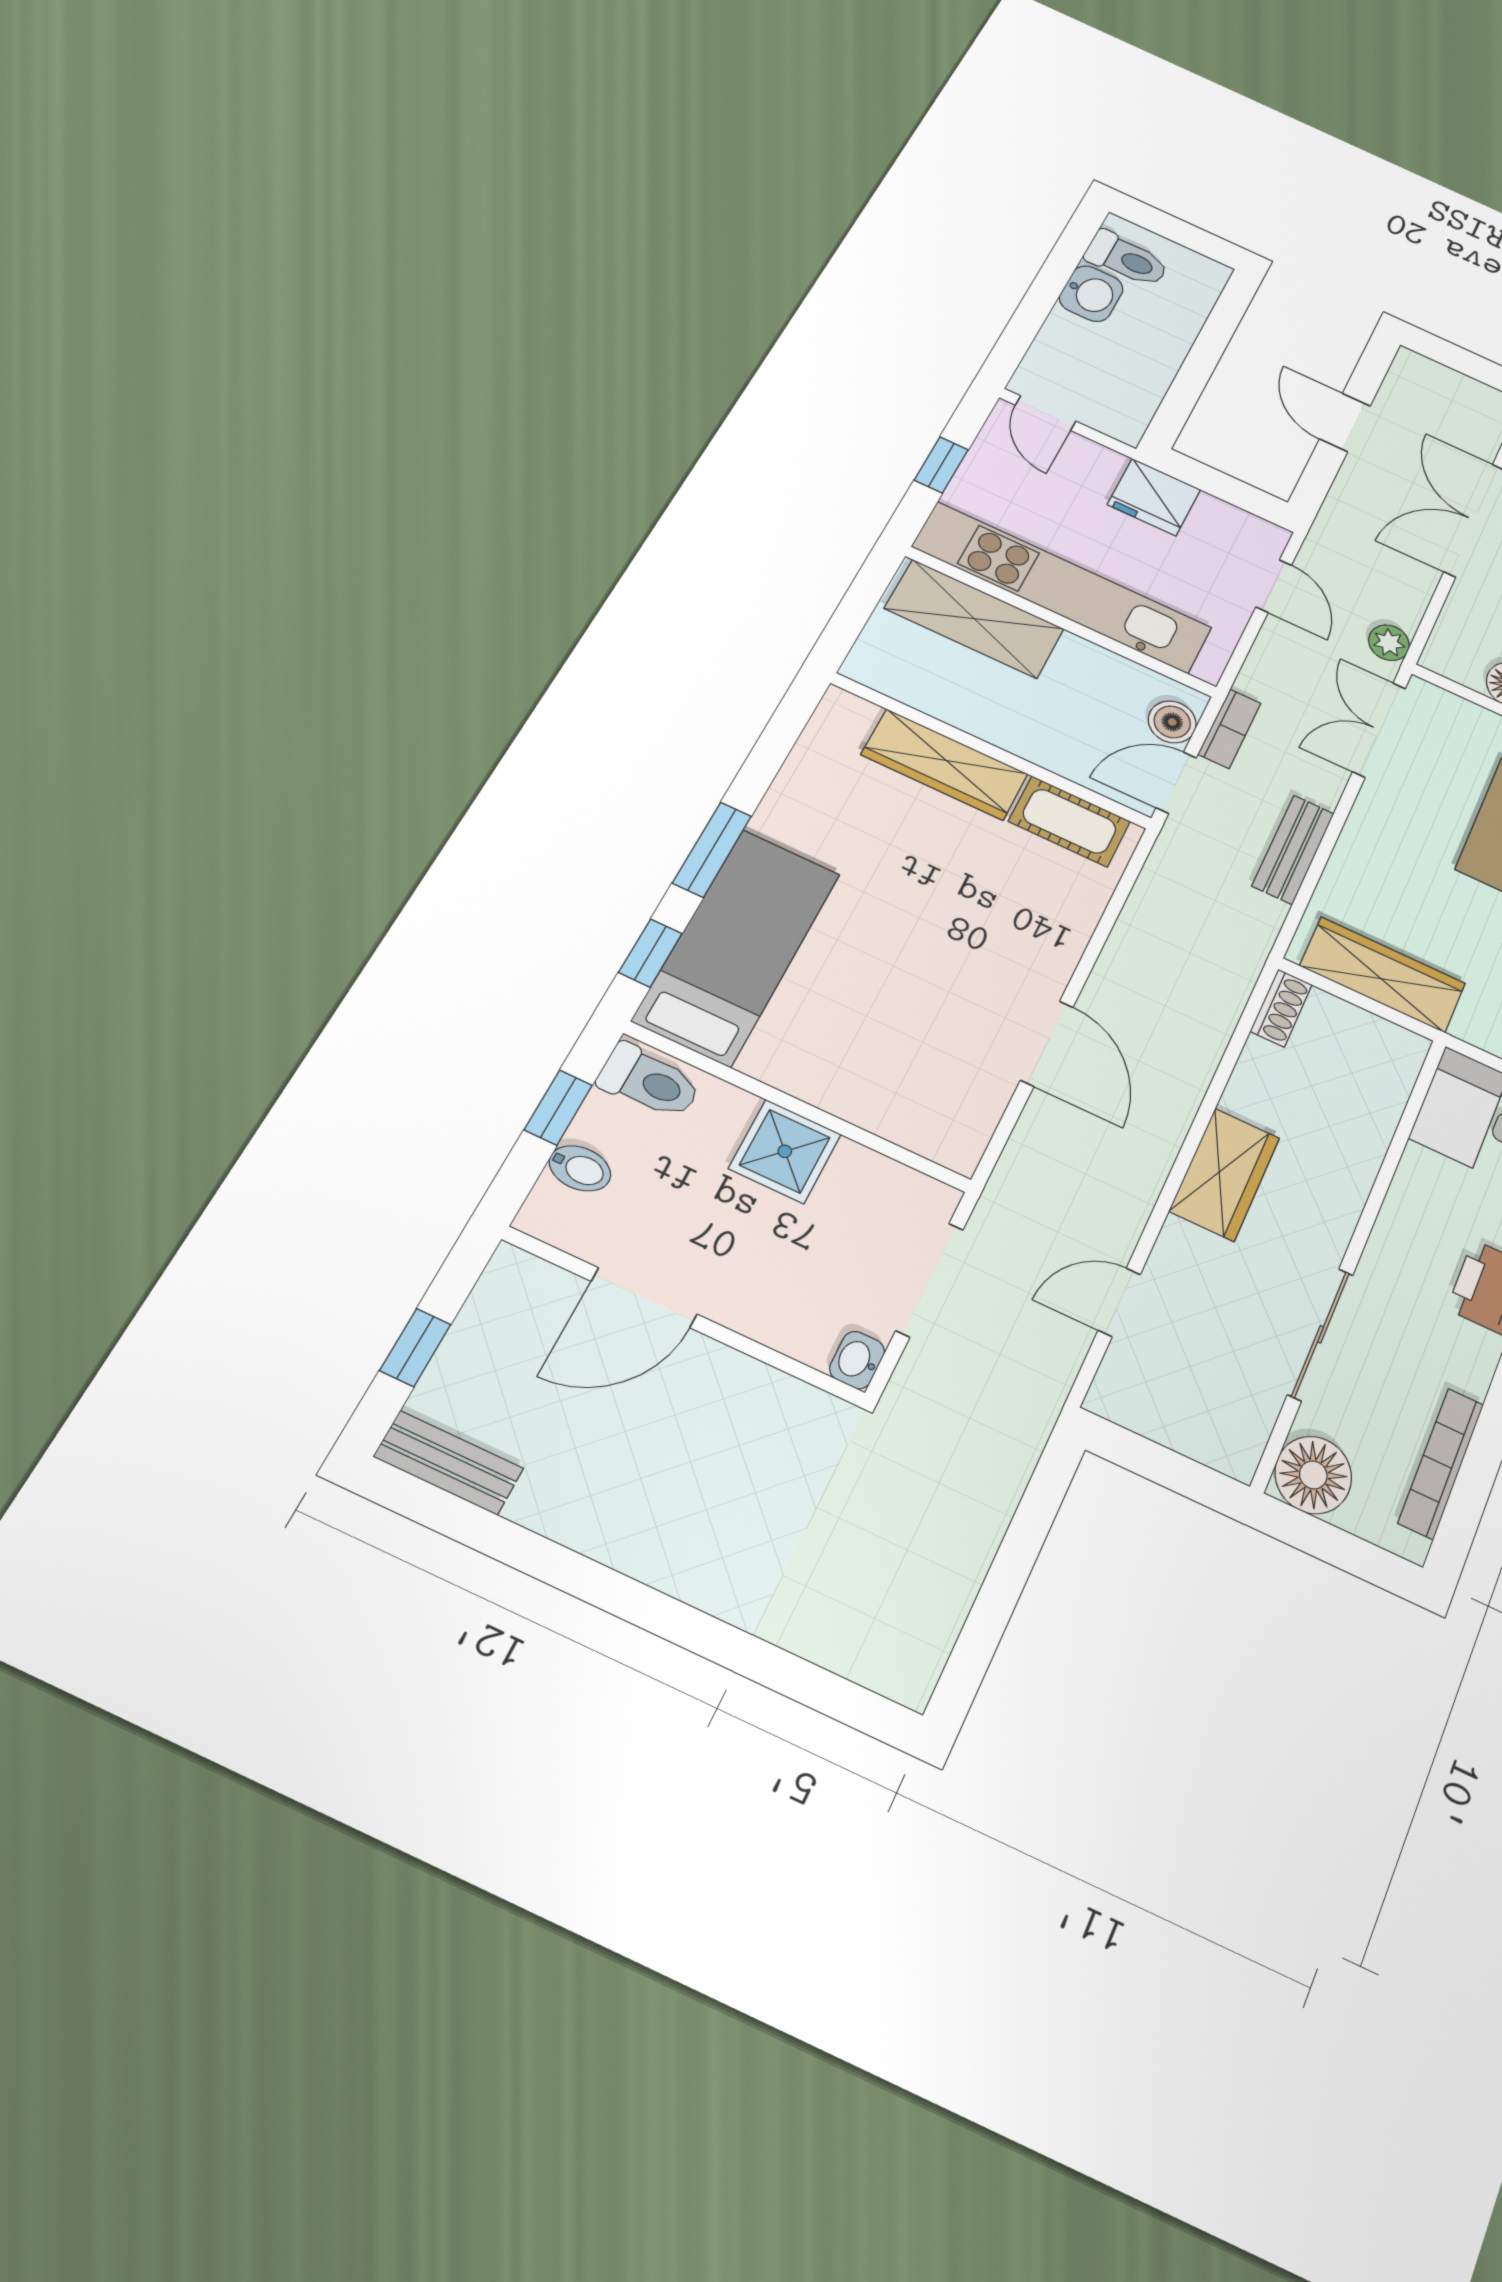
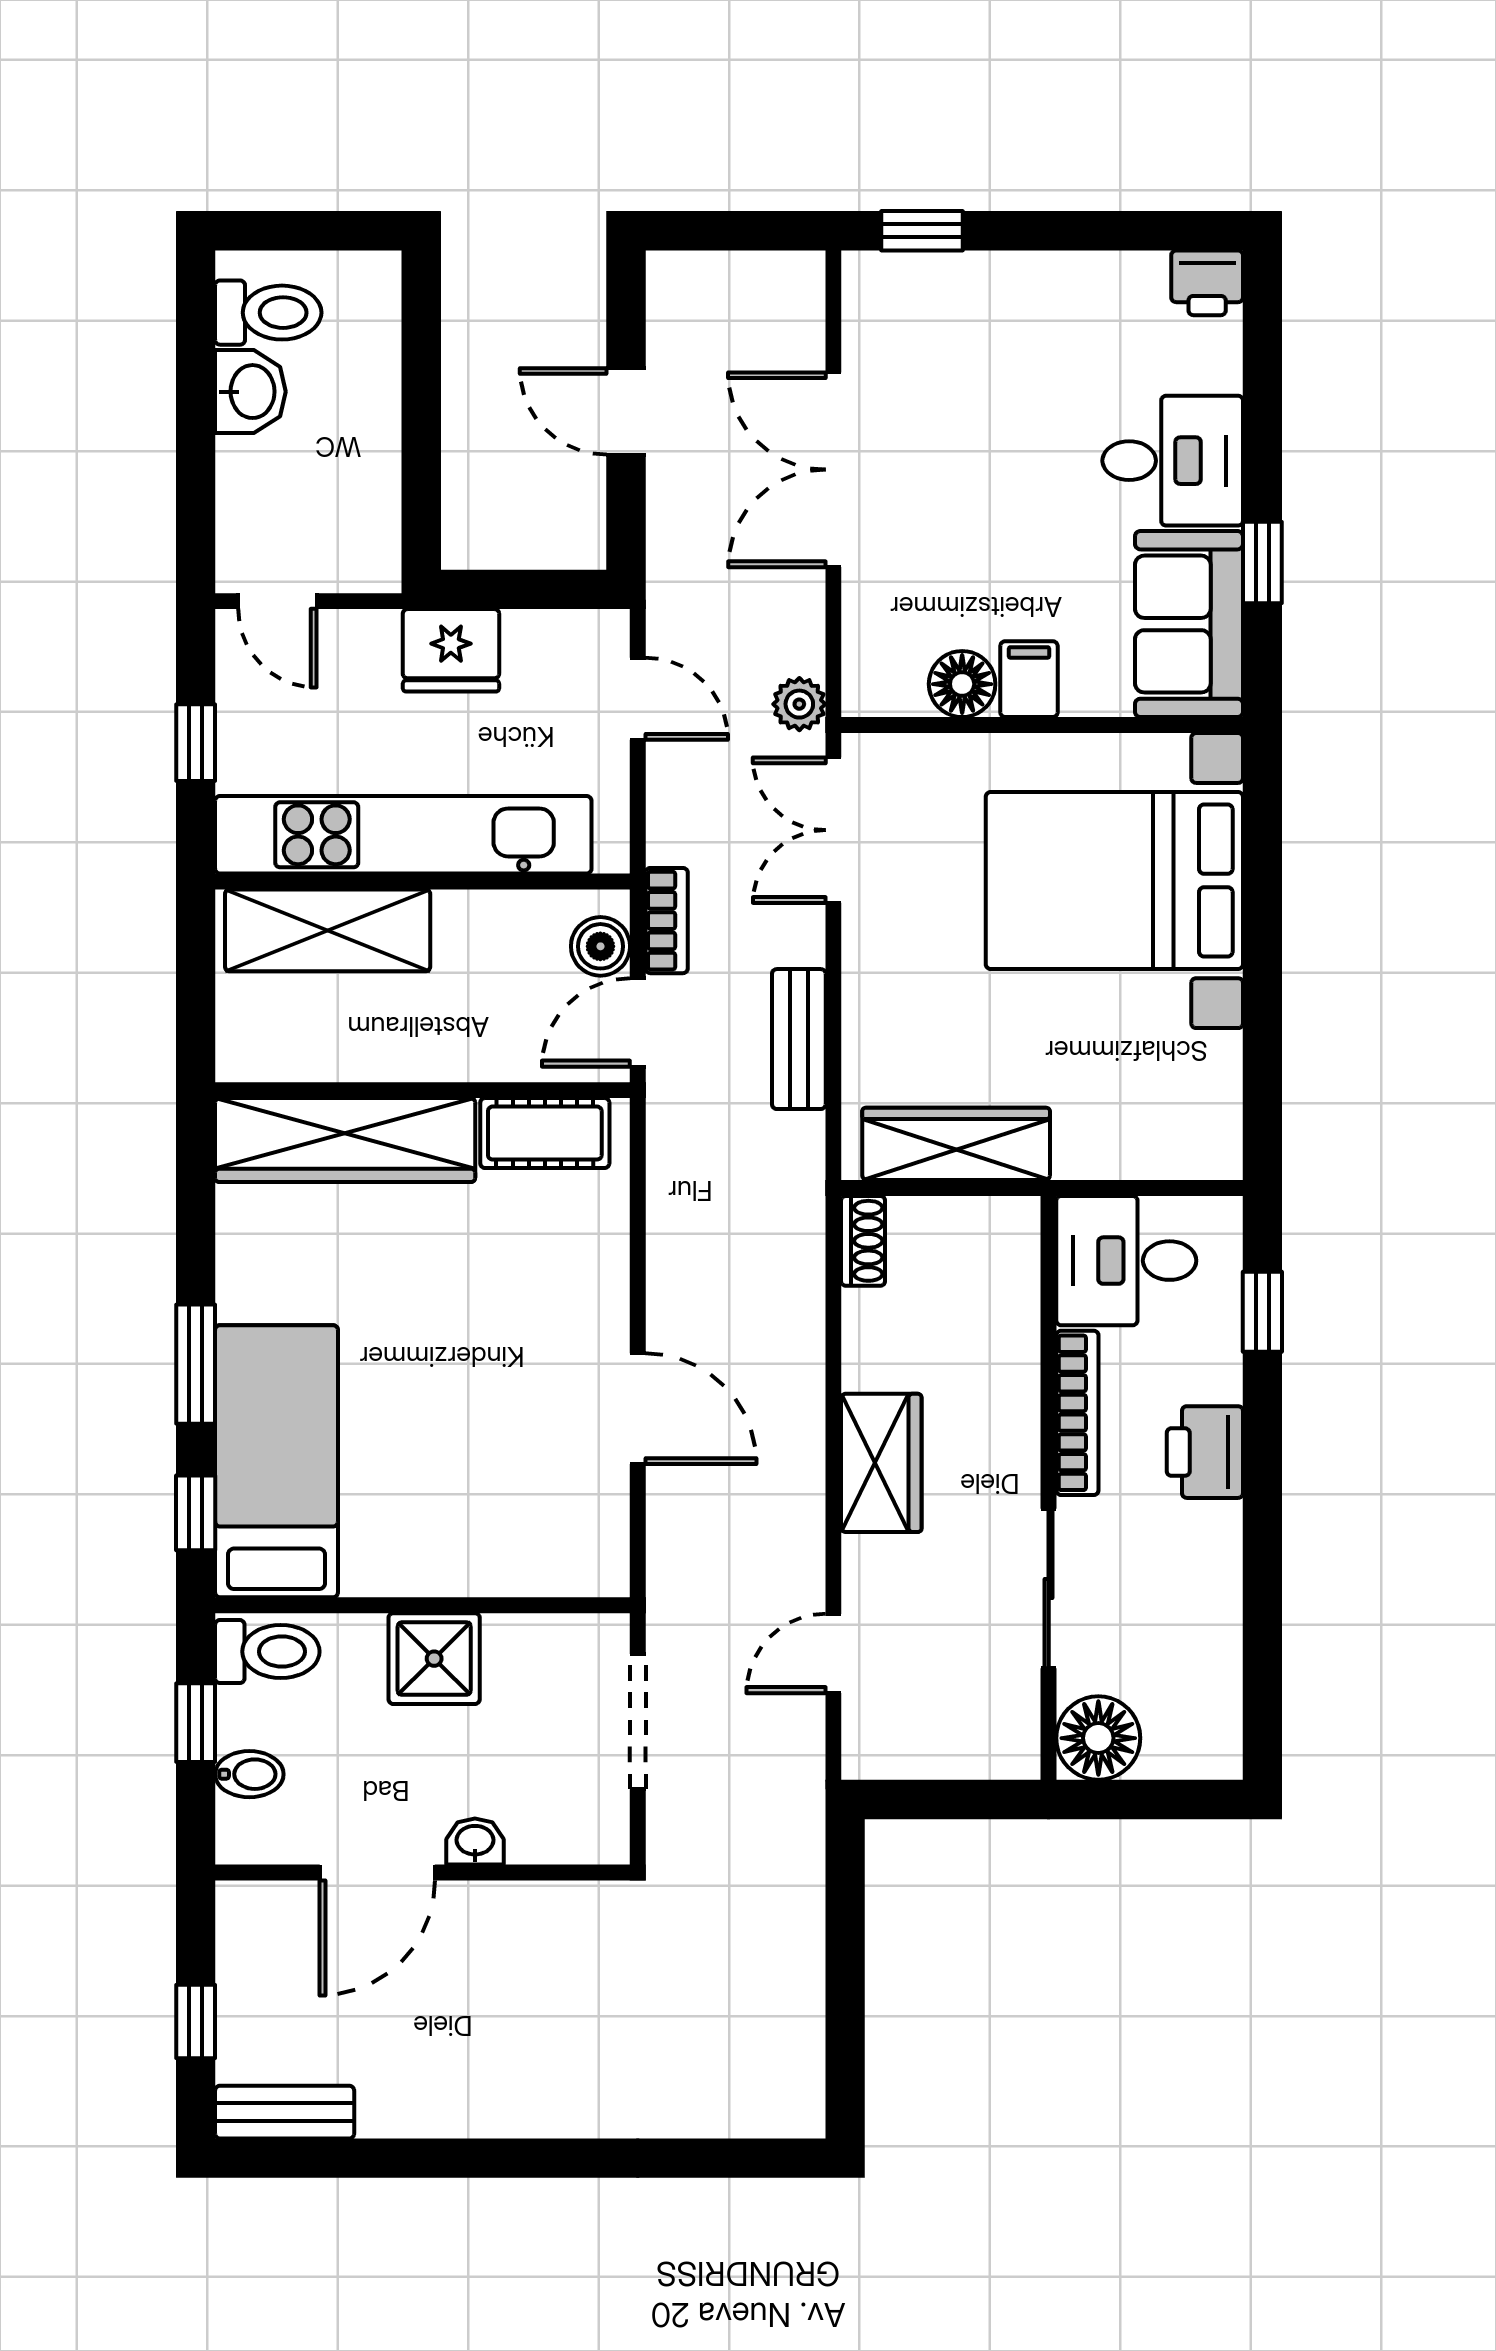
wardrobe: (945, 764) -> (345, 1140), width x1.40, depth x1.17
washbasin: (857, 1360) -> (475, 1842), moved, turned 90
bookcase: (1441, 1463) -> (1077, 1413), moved, turned 180

